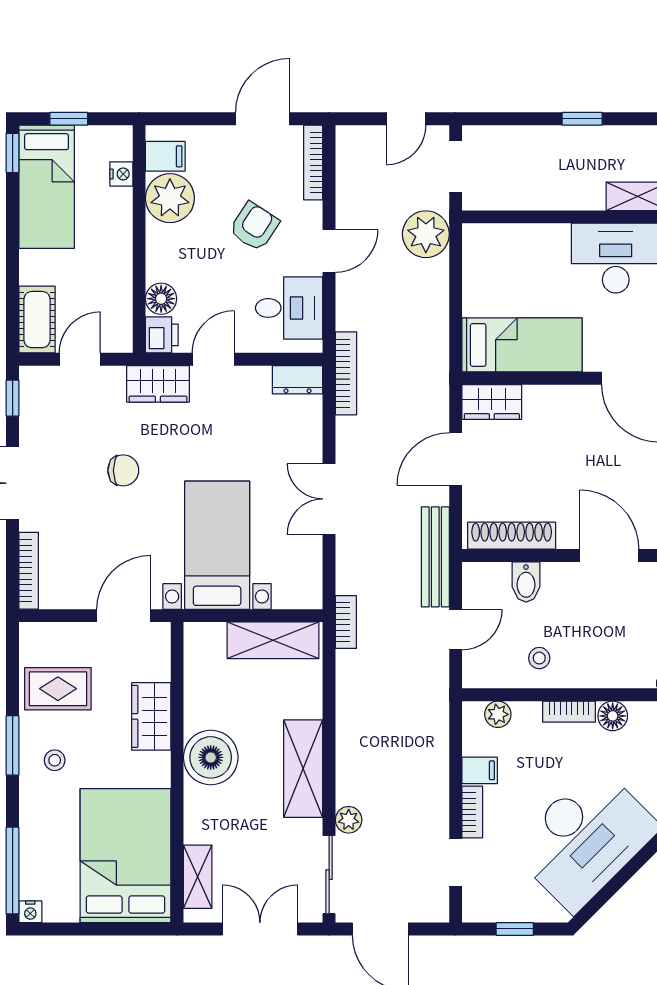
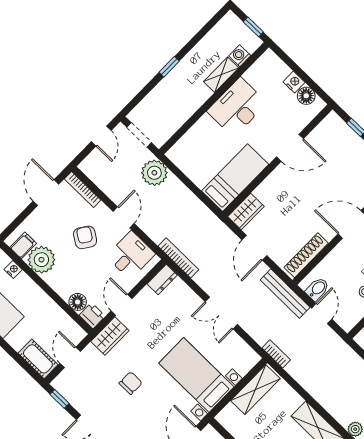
bidet: (526, 582) -> (317, 289), moved, turned -90

